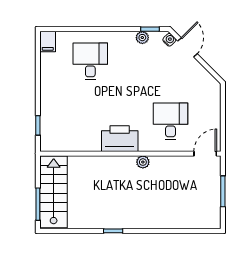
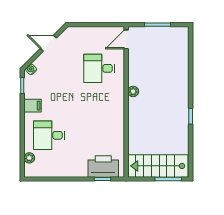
plant: (142, 38) -> (29, 158), moved
filing cabinet: (48, 42) -> (33, 106), moved
door: (187, 47) -> (48, 43), moved
printer: (120, 139) -> (103, 166), moved, turned 90
door: (205, 154) -> (126, 39), hinge flipped

